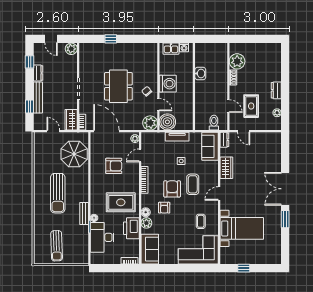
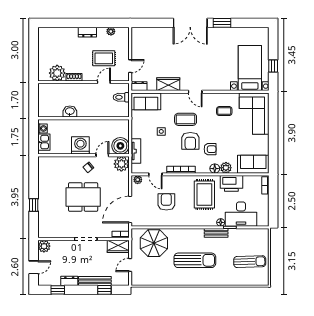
tv unit: (177, 137) -> (136, 151), moved
armchair: (172, 189) -> (190, 141), turned -90
bed with nightstands: (242, 228) -> (250, 68), moved

